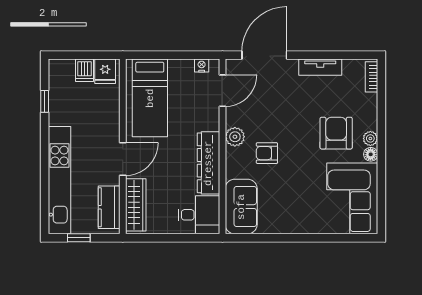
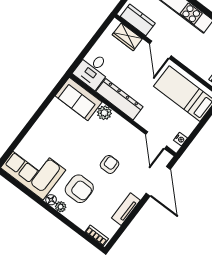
plant: (235, 137) -> (104, 113), moved
armchair: (267, 153) -> (110, 164), moved
wardrobe: (136, 205) -> (127, 37), width x0.67

